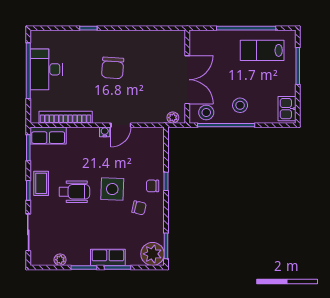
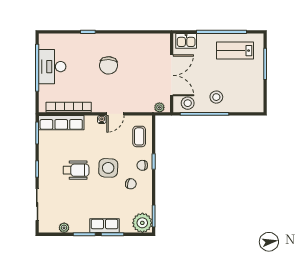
kitchen sink: (287, 109) -> (186, 41), moved, turned -90
row of seats: (48, 136) -> (61, 123), width x1.48
coffee table: (41, 183) -> (139, 136), moved

